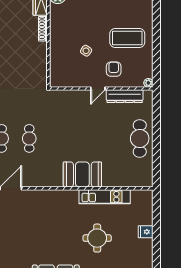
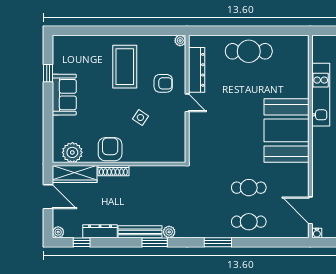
armchair: (60, 26) -> (110, 149), added
armchair: (114, 69) -> (163, 83), turned 180
booth: (82, 174) -> (287, 130), width x1.36, depth x1.42

